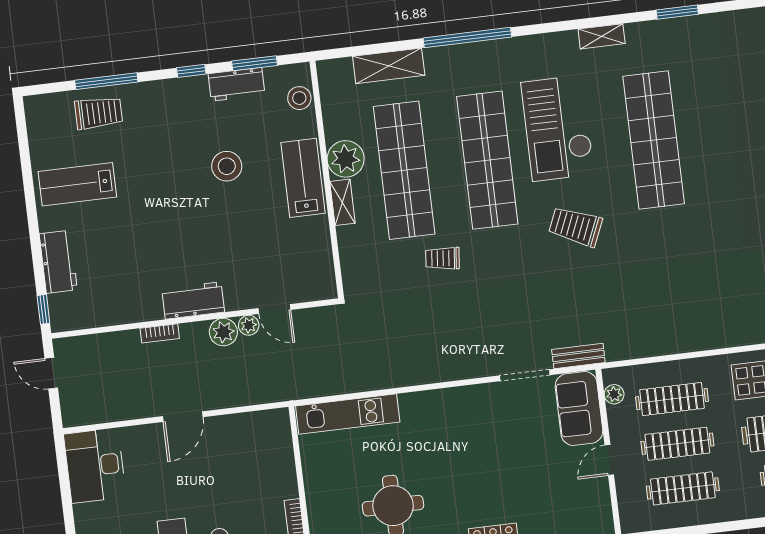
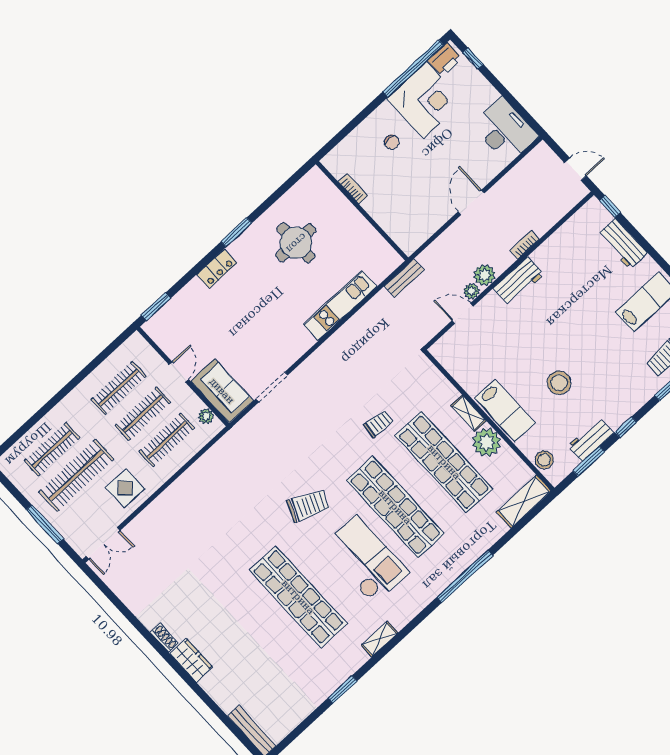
shelving: (389, 66) -> (524, 502), moved
bench: (578, 356) -> (404, 278), moved
kitchen unit: (348, 414) -> (340, 305), moved

